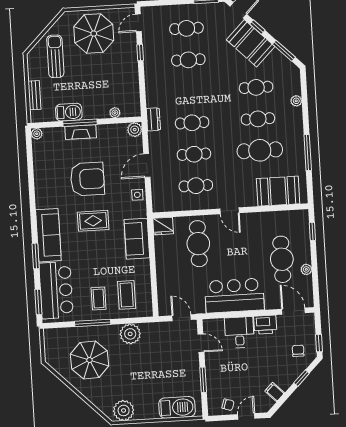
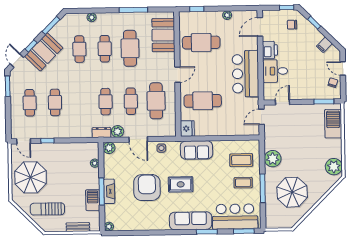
plant: (156, 139) -> (118, 131), added
cafe table: (196, 186) -> (156, 101), width x1.37, depth x1.35
rug: (93, 221) -> (181, 184), turned 90
cafe table: (282, 259) -> (201, 43), moved
window: (203, 380) -> (324, 102), moved

